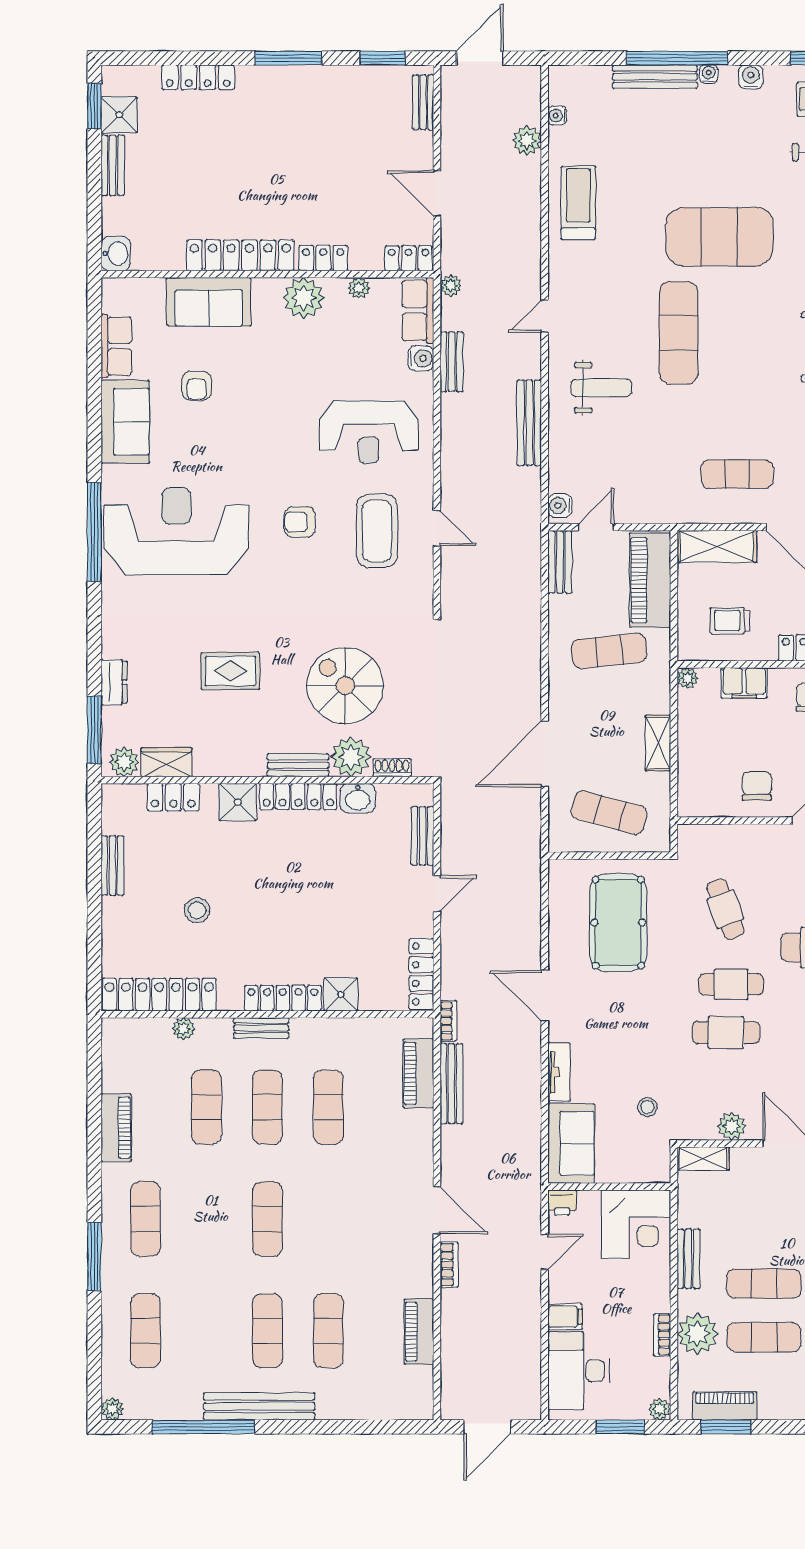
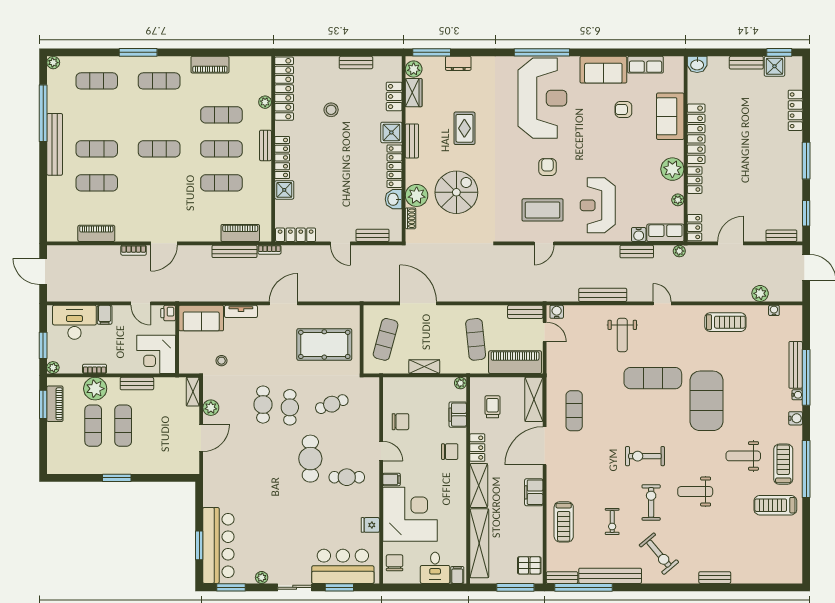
bench: (298, 765) -> (412, 141), moved

